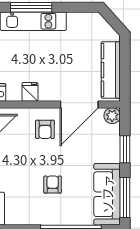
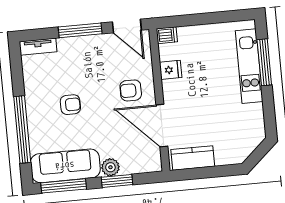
kitchen counter: (111, 70) -> (193, 158), width x0.67
plant: (112, 116) -> (110, 167), moved

